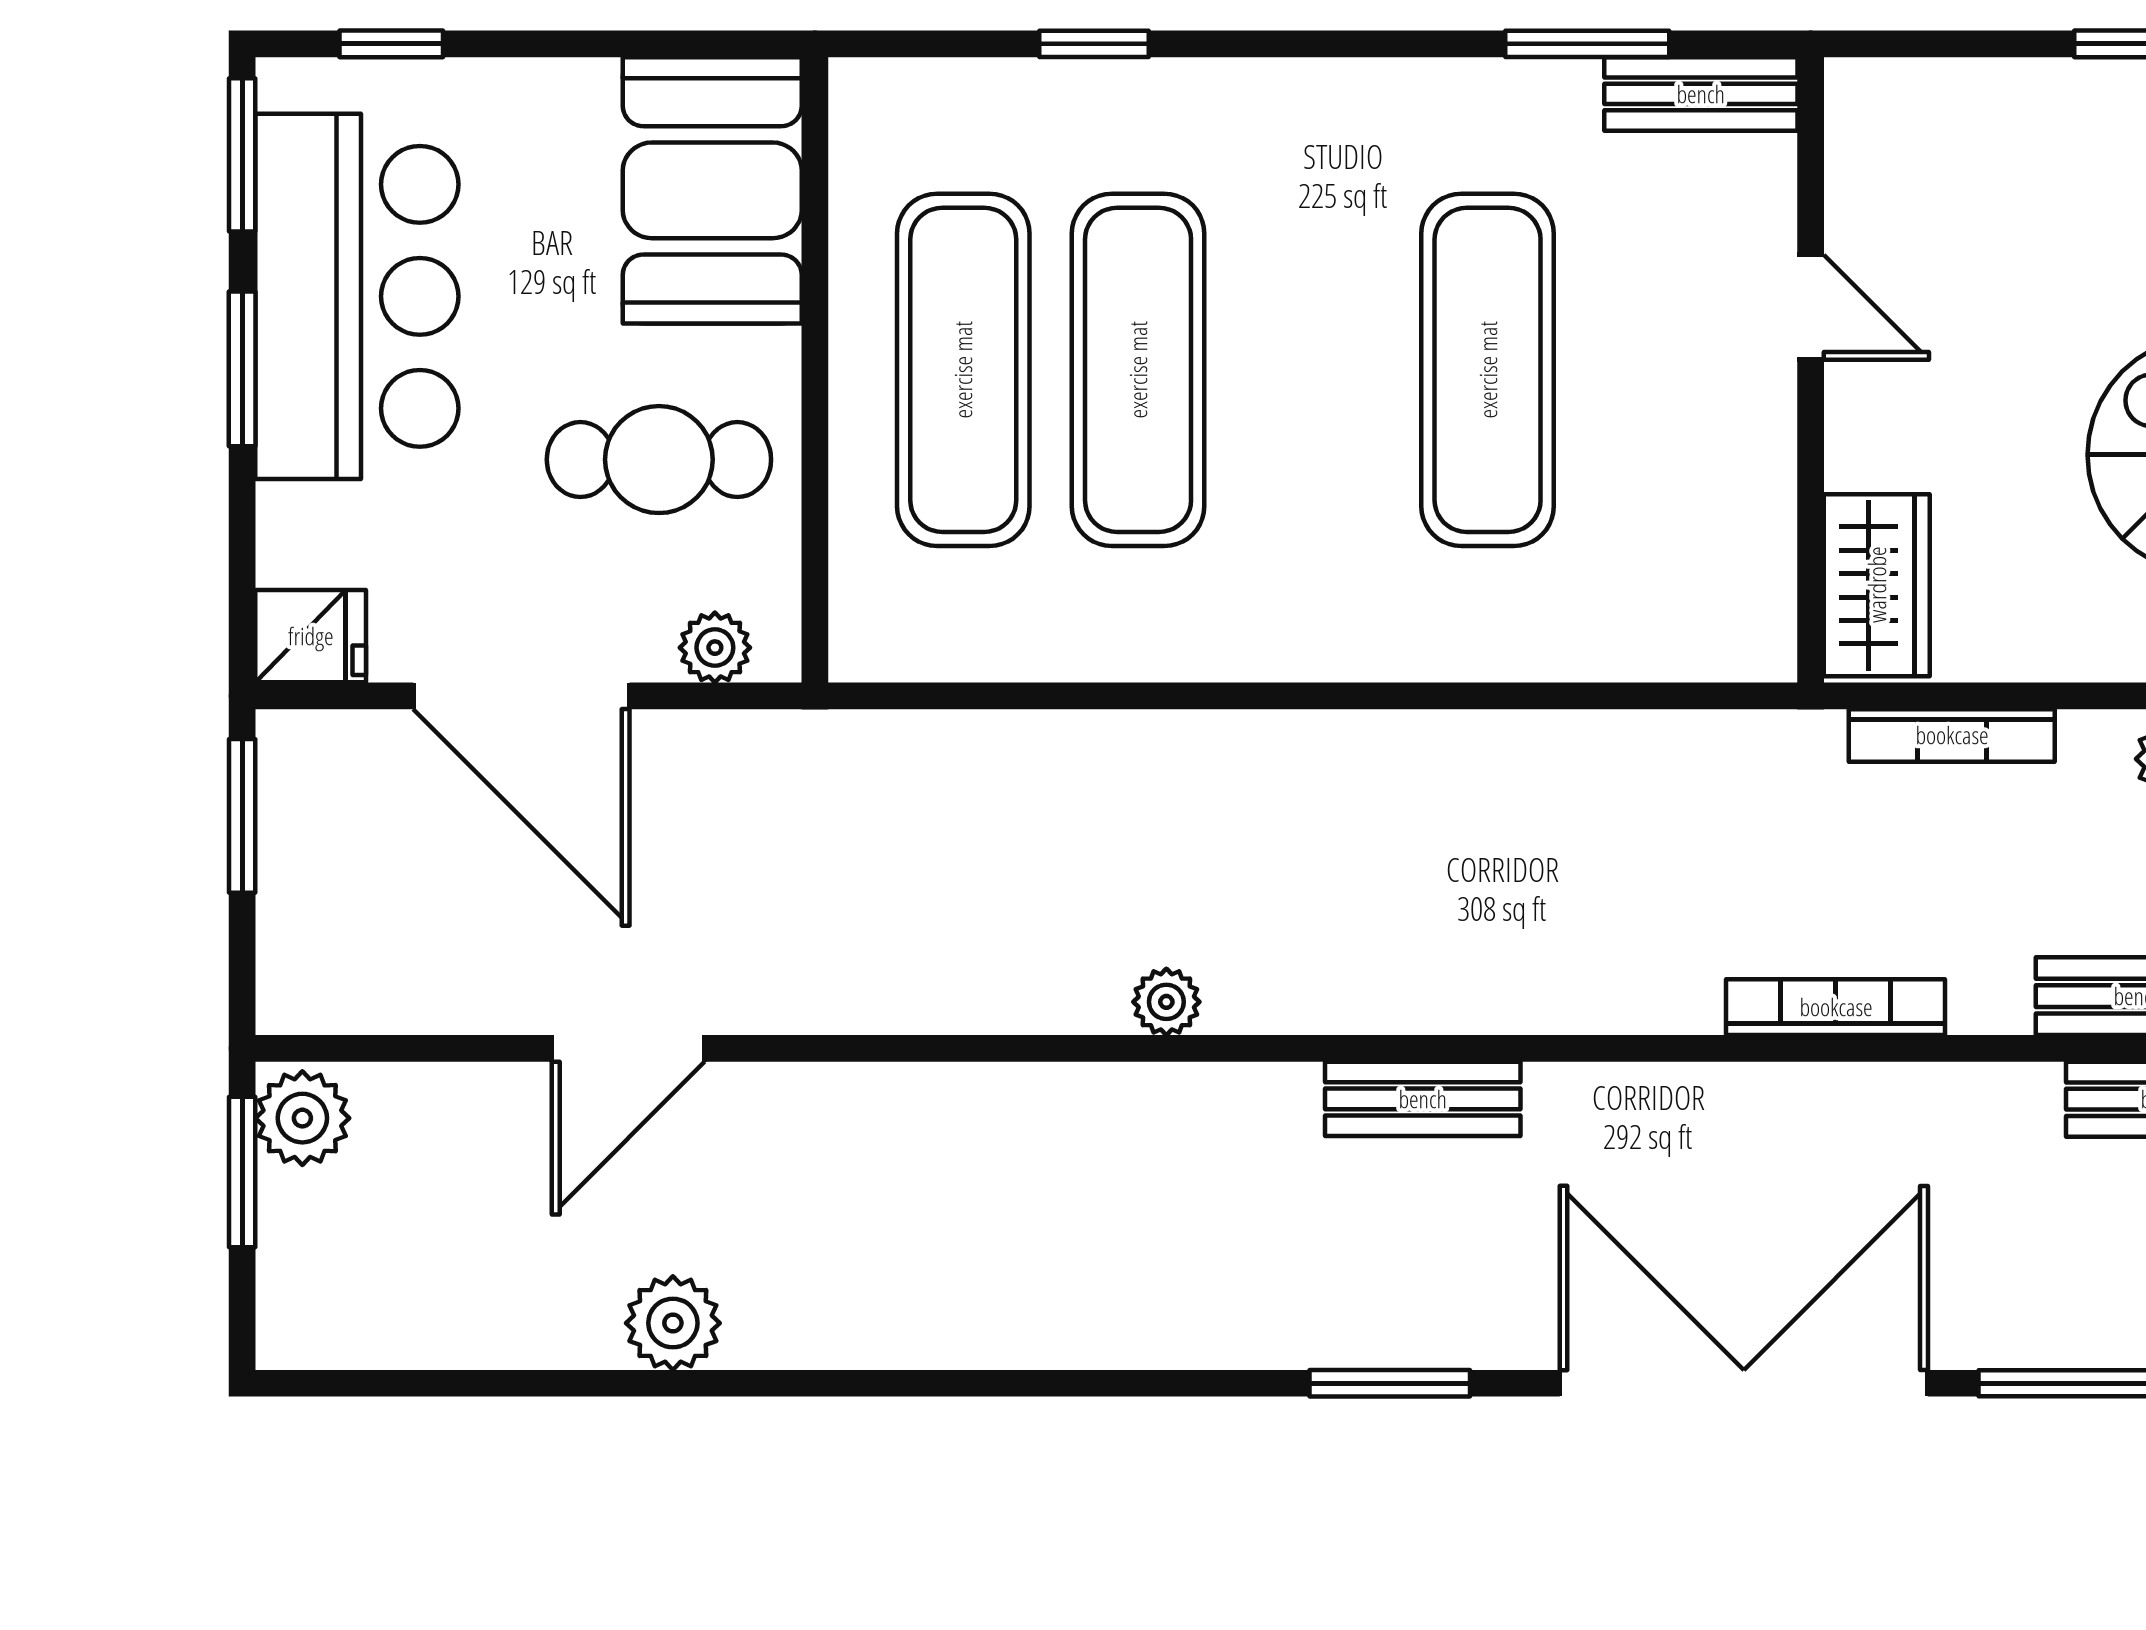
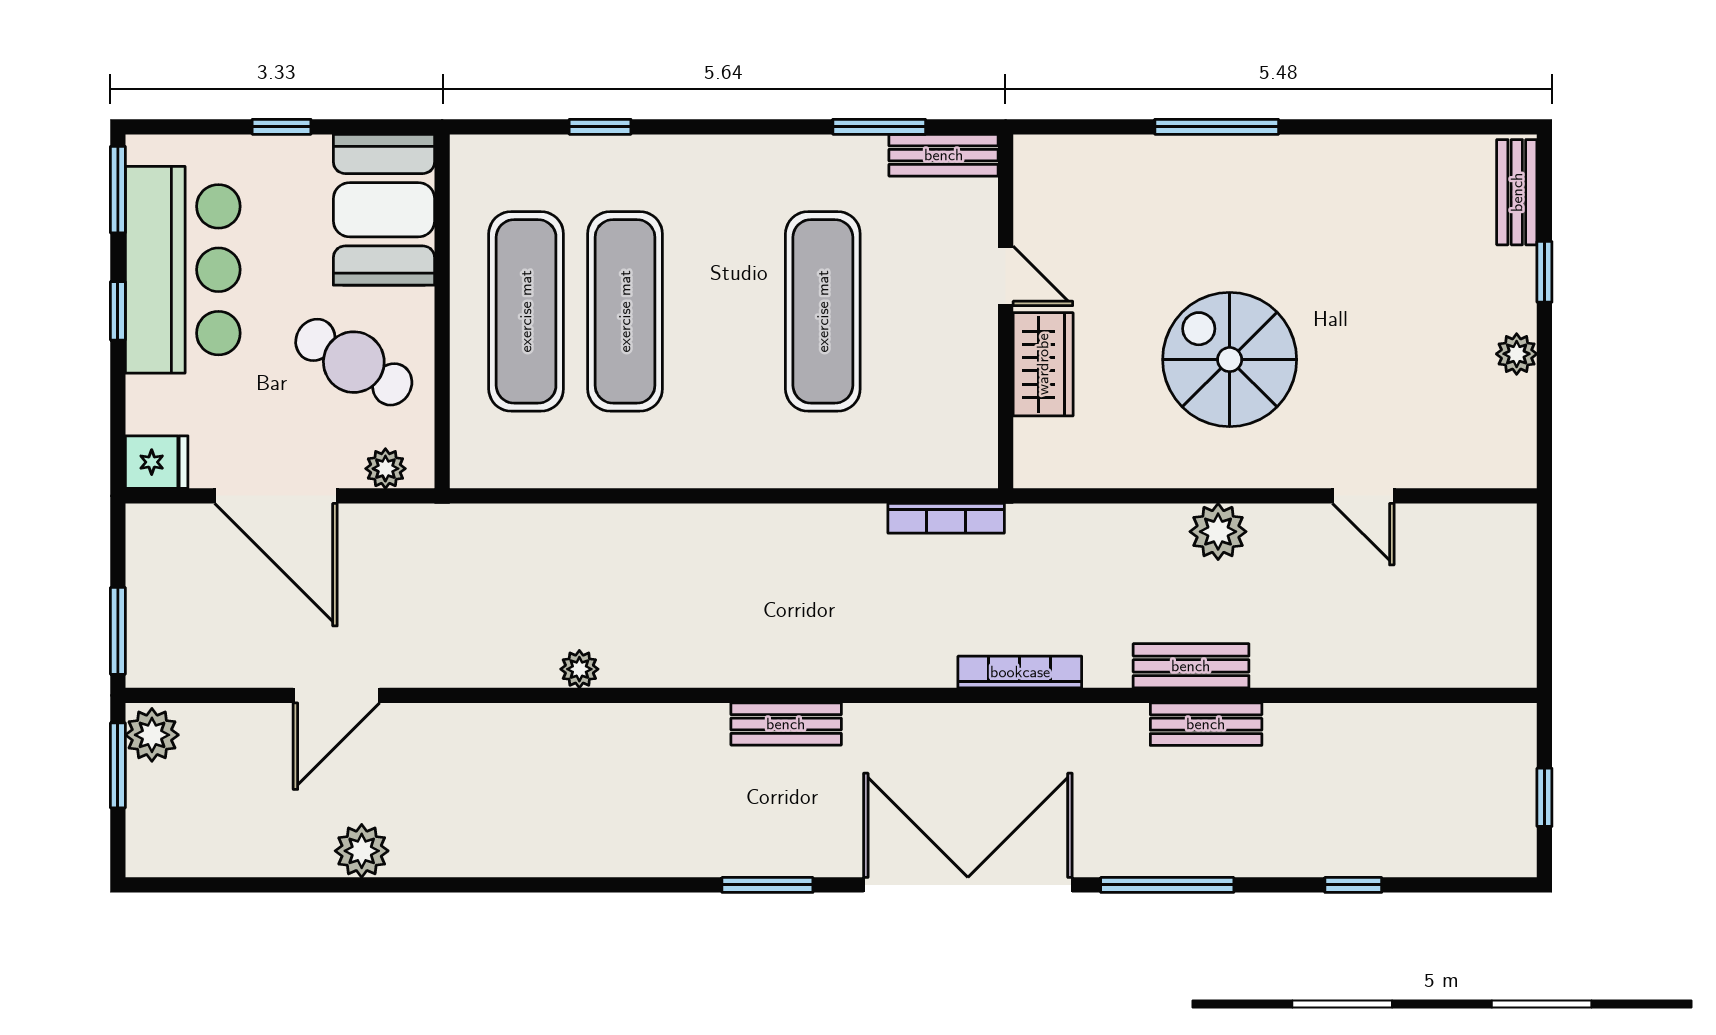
window: (391, 44) -> (282, 127), moved
window: (242, 369) -> (118, 311), width x0.67
cafe table: (659, 460) -> (354, 362), turned 30
wardrobe: (1877, 585) -> (1043, 364), moved
bookcase: (1952, 735) -> (946, 518), moved
window: (242, 816) -> (118, 631), moved
plant: (1166, 1002) -> (579, 669), moved

